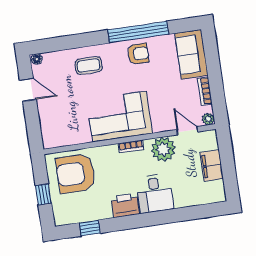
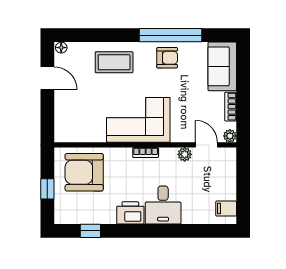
coffee table: (89, 66) -> (114, 62), width x1.36, depth x1.30
plant: (163, 149) -> (185, 154), width x0.53, depth x0.53
filing cabinet: (212, 166) -> (226, 209), moved, width x0.50

